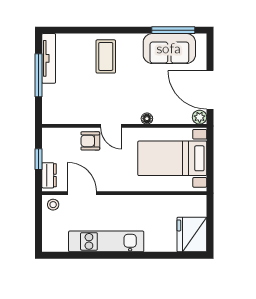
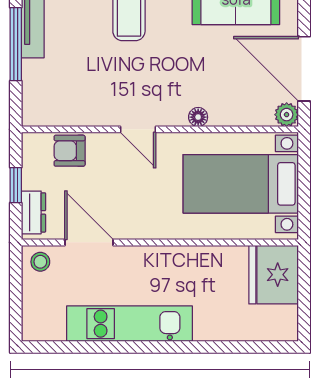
armchair: (90, 141) -> (70, 151), moved
fridge: (192, 235) -> (274, 275), moved

